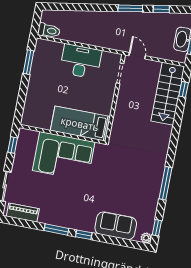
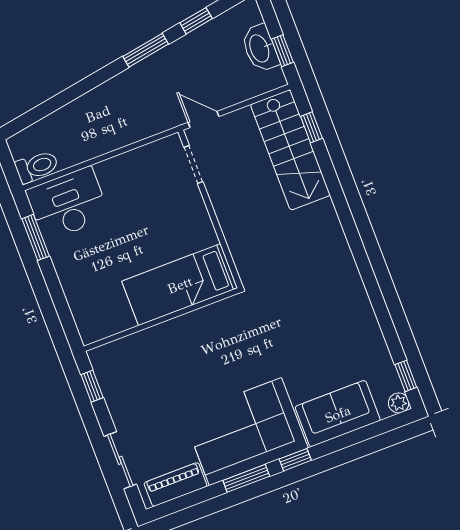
desk: (81, 61) -> (68, 204), moved
corner sofa: (64, 156) -> (245, 432), moved, turned 180
window: (165, 183) -> (375, 296), removed

